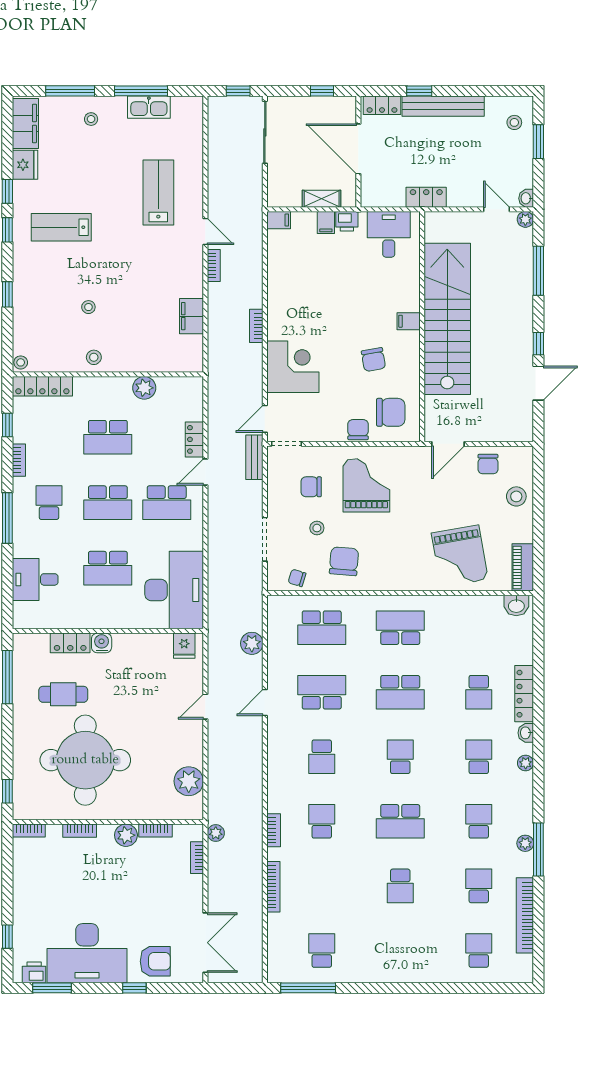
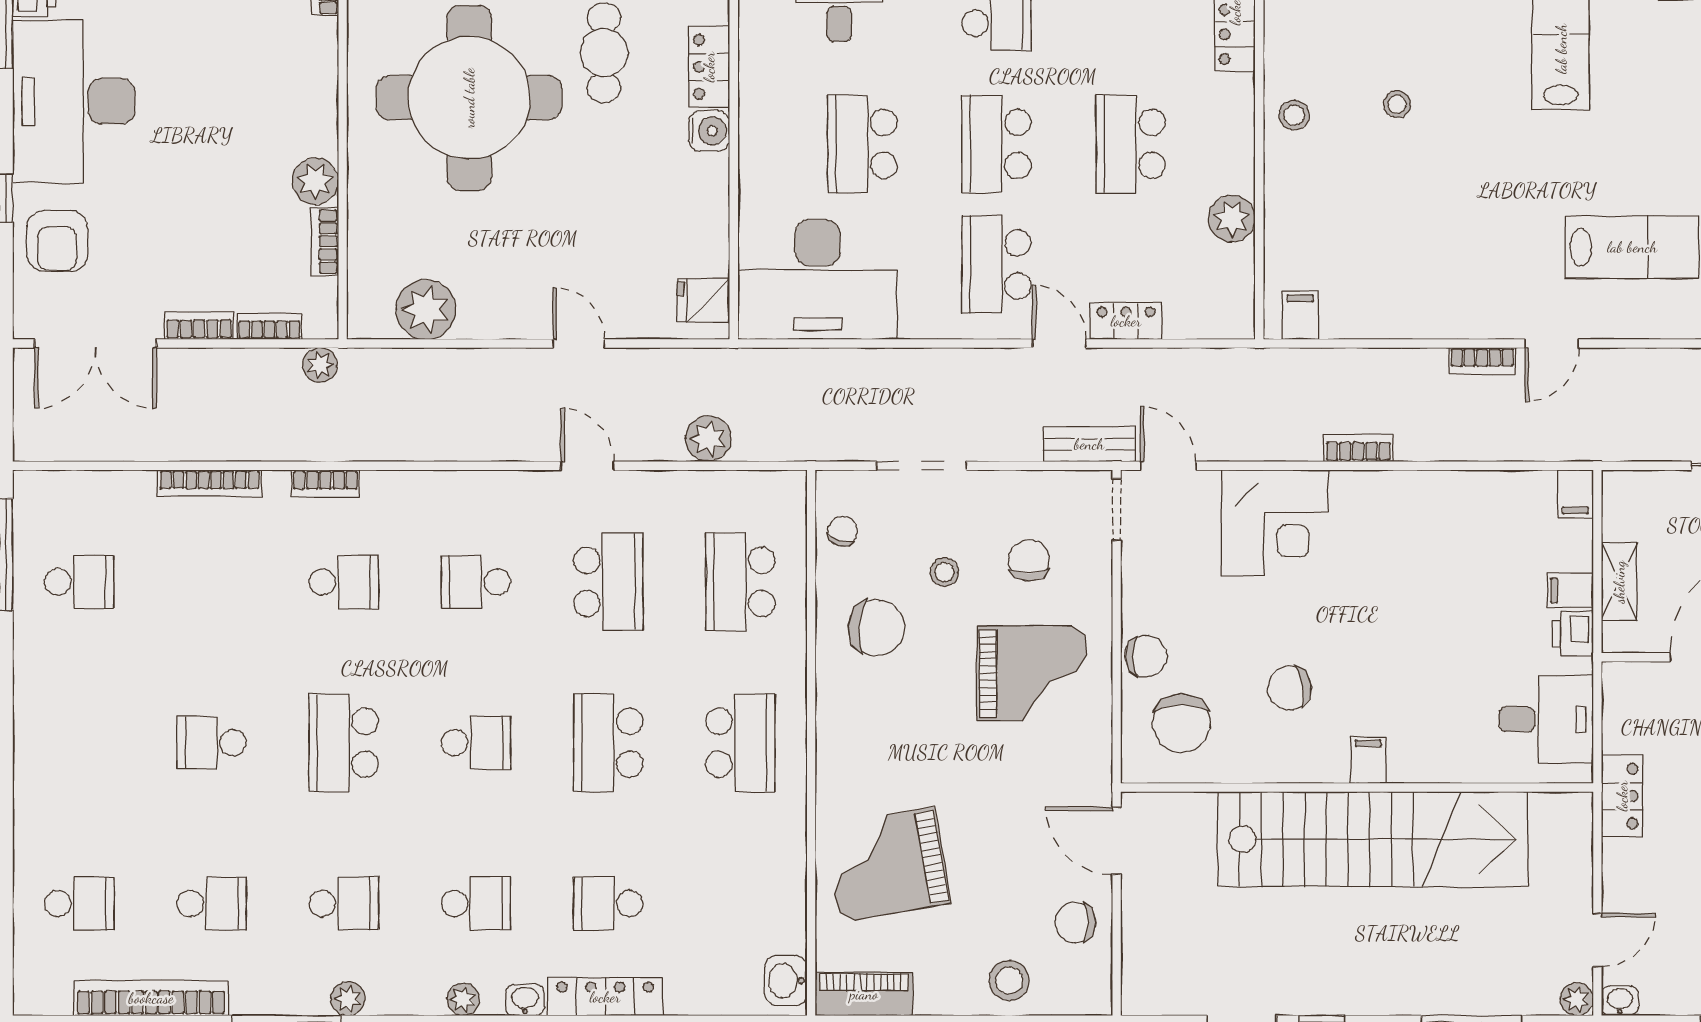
filing cabinet: (192, 316) -> (1300, 315), moved, width x0.50
bookcase: (80, 831) -> (199, 326), moved, turned 90
plant: (525, 843) -> (348, 999), moved

